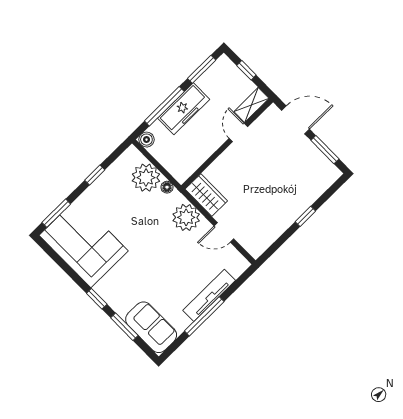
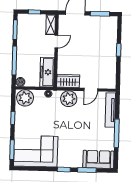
freezer: (184, 109) -> (47, 72), moved, turned 180
door: (238, 132) -> (56, 42), swing flipped
plant: (146, 178) -> (25, 98), moved
tv unit: (209, 295) -> (110, 110), moved

